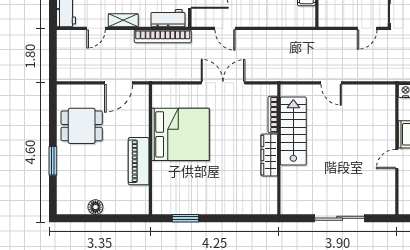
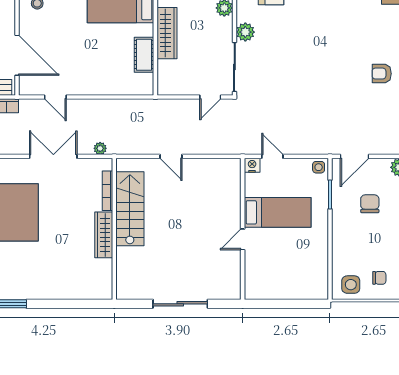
plant: (266, 76) -> (100, 148), added

